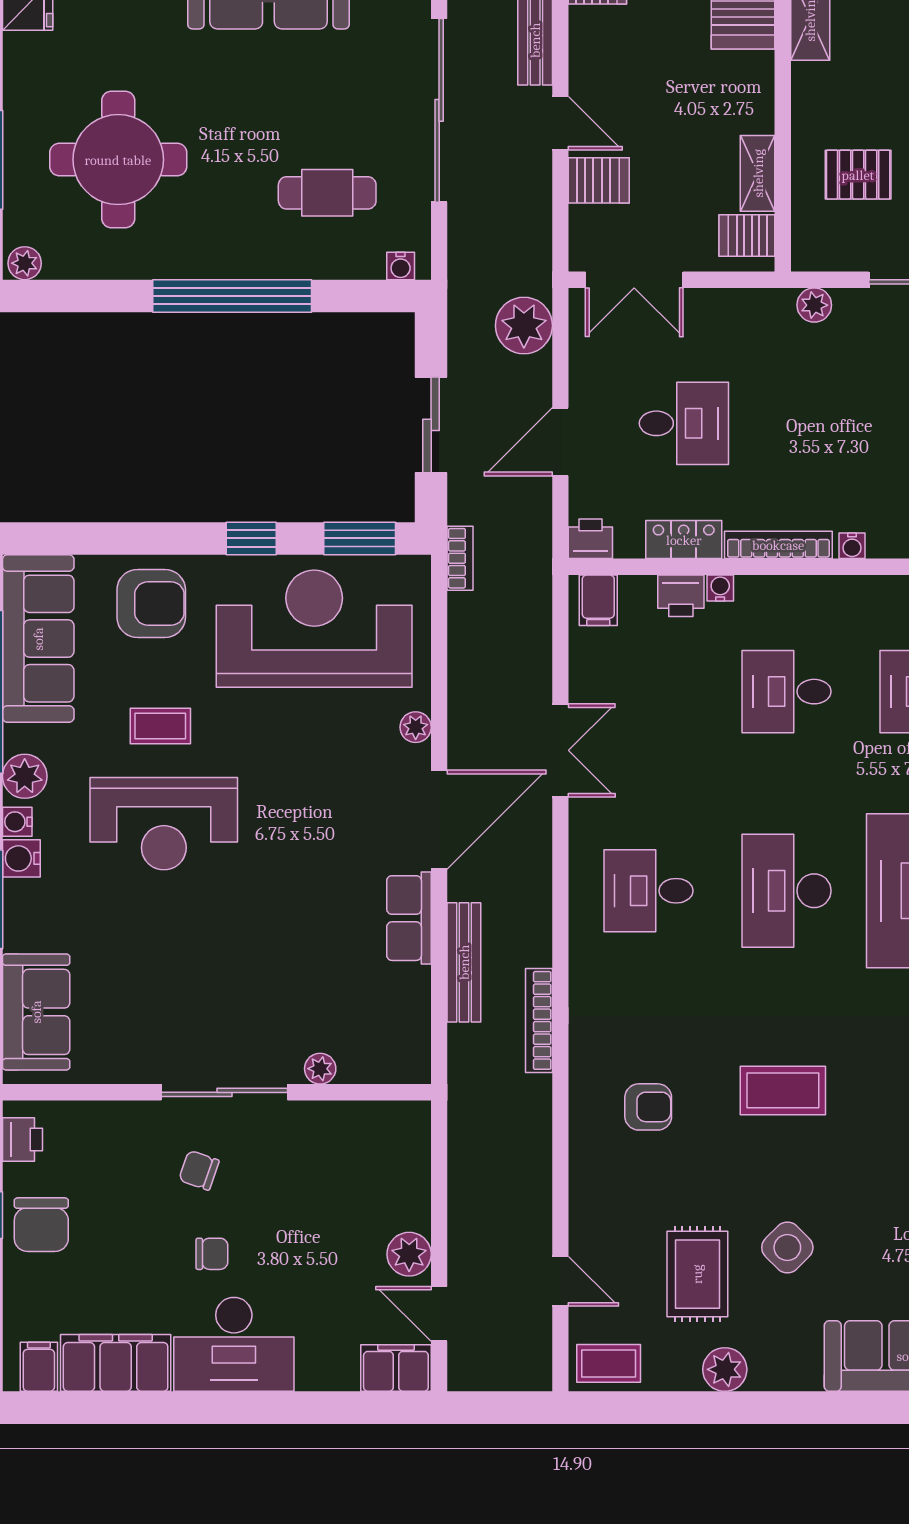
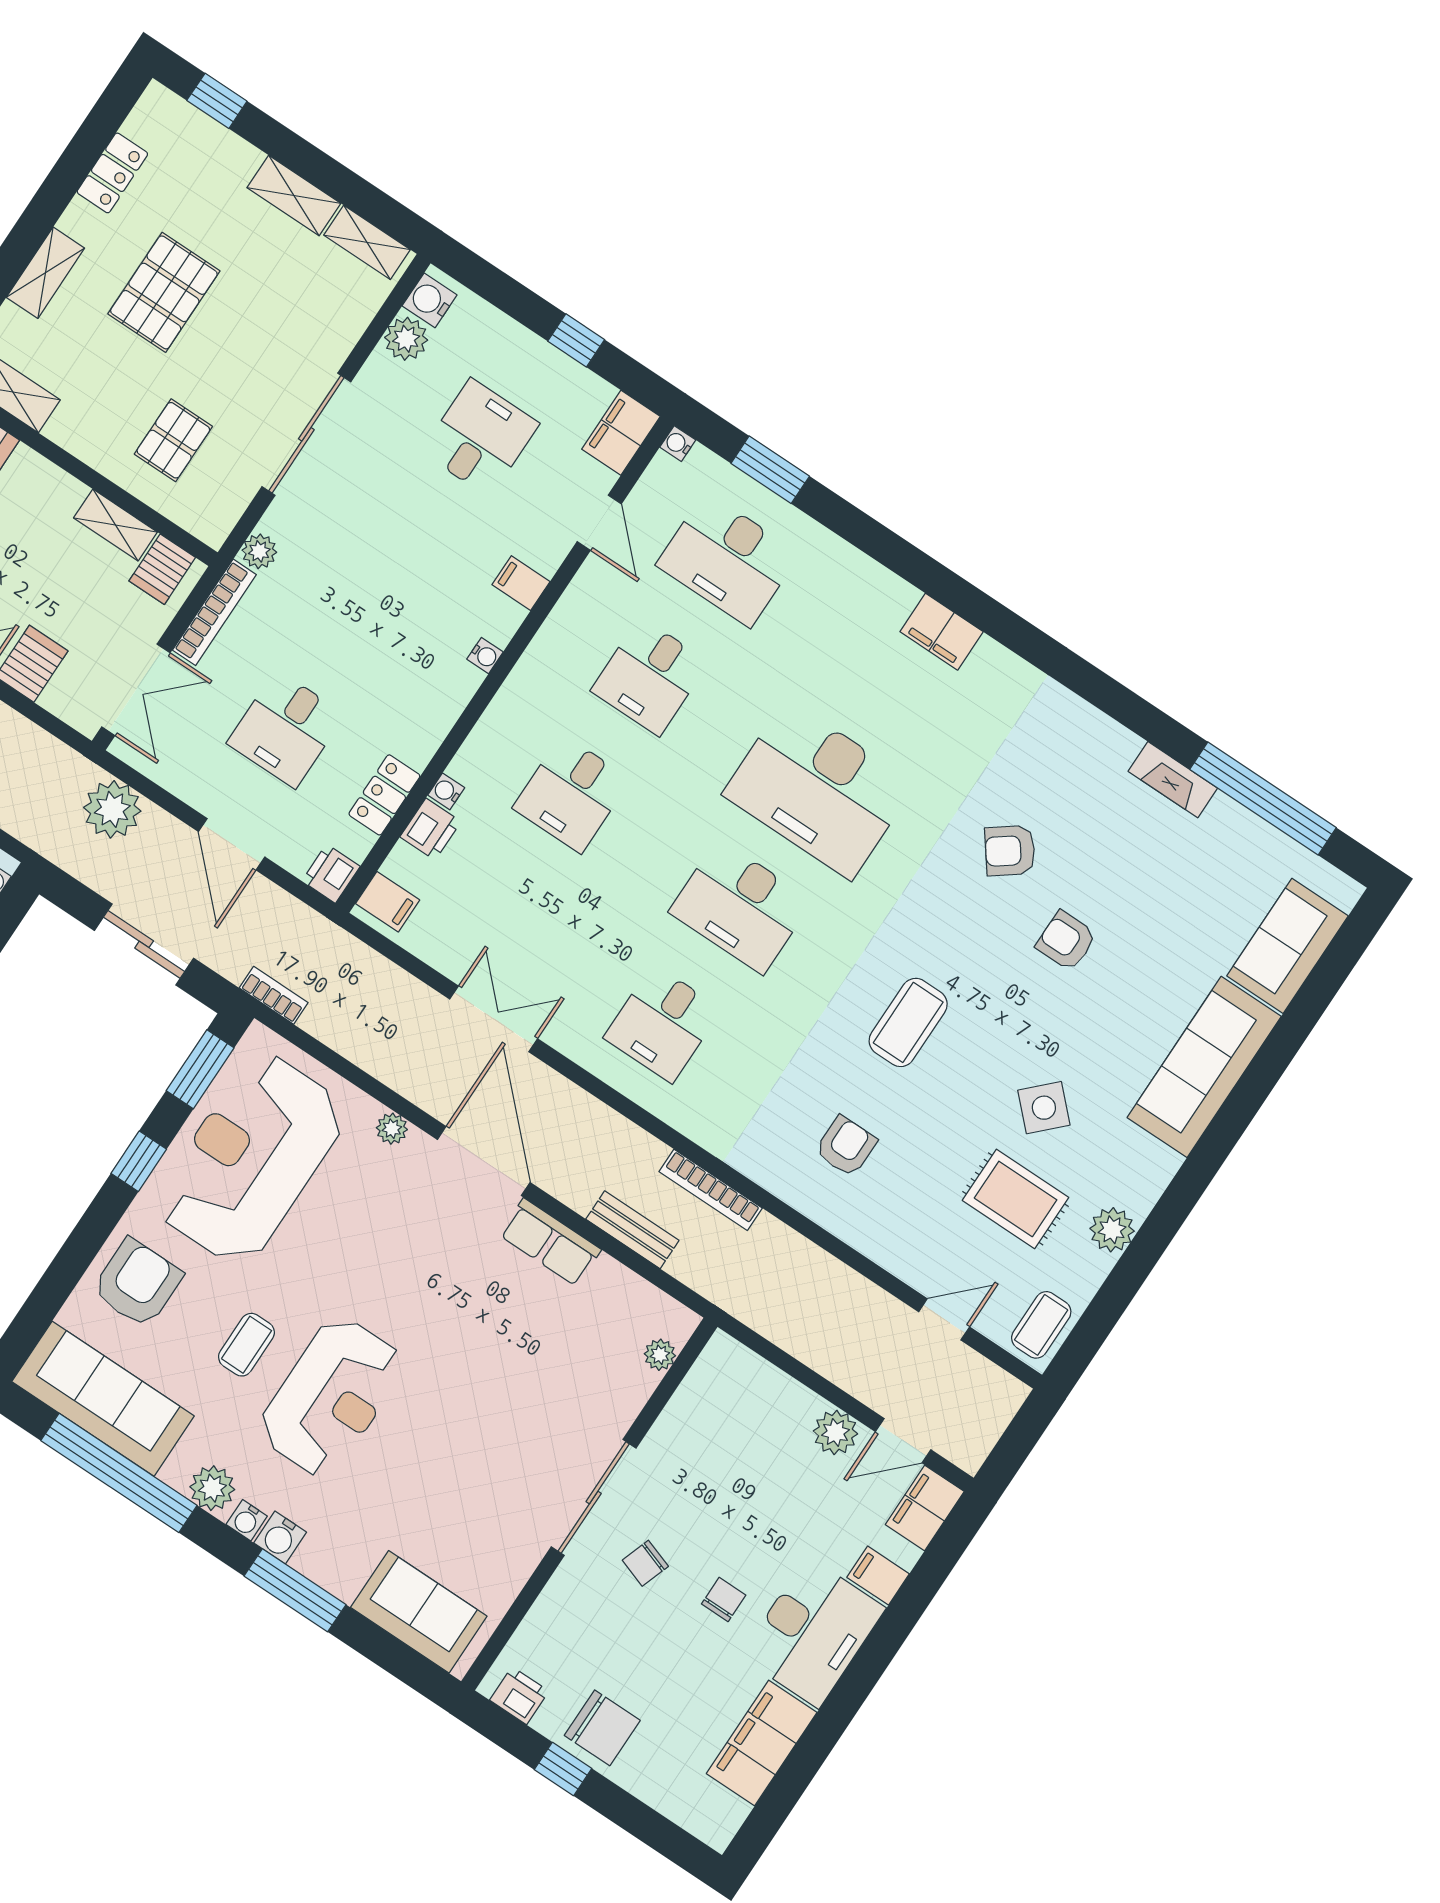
desk: (684, 423) -> (286, 729), turned 180
bookcase: (778, 545) -> (214, 612), moved, turned 180
bench: (464, 962) -> (632, 1230), width x0.73
plant: (320, 1069) -> (660, 1355), moved
filing cabinet: (39, 1367) -> (878, 1576), moved

